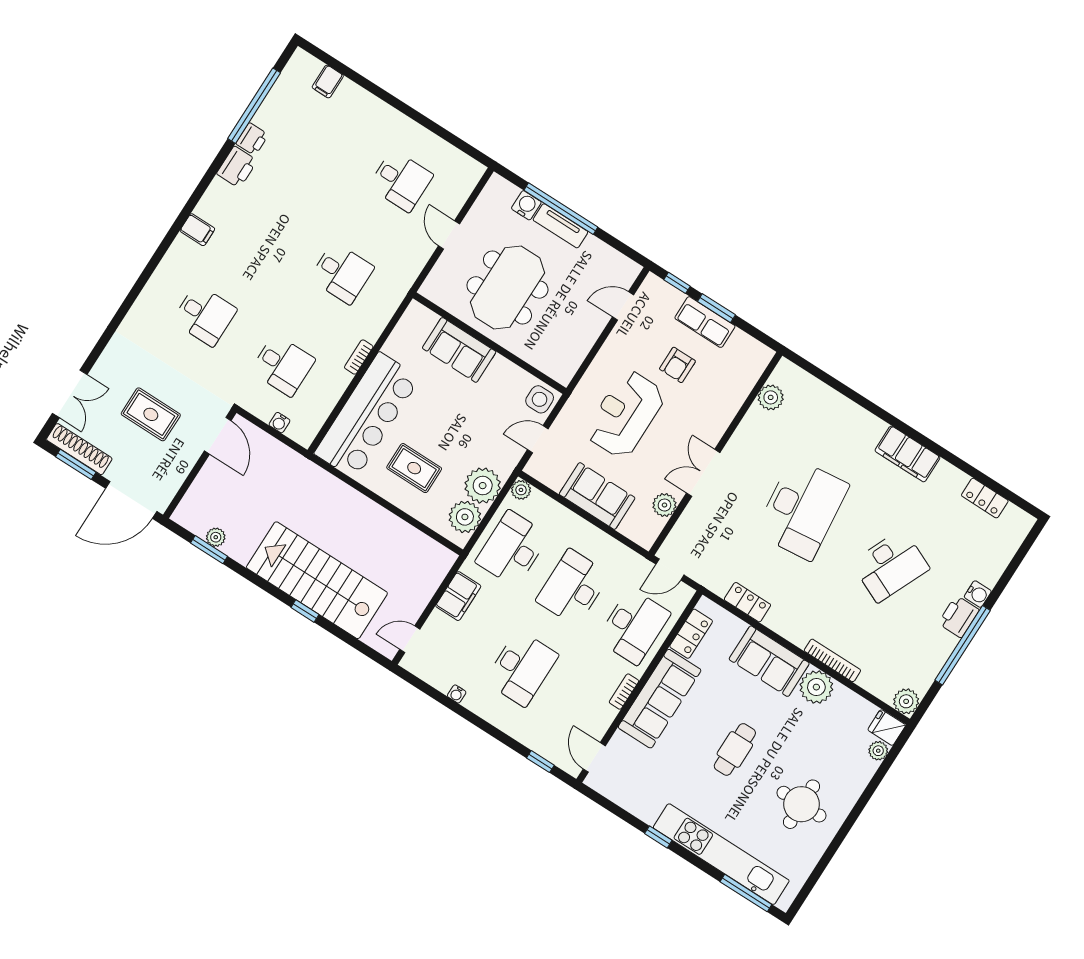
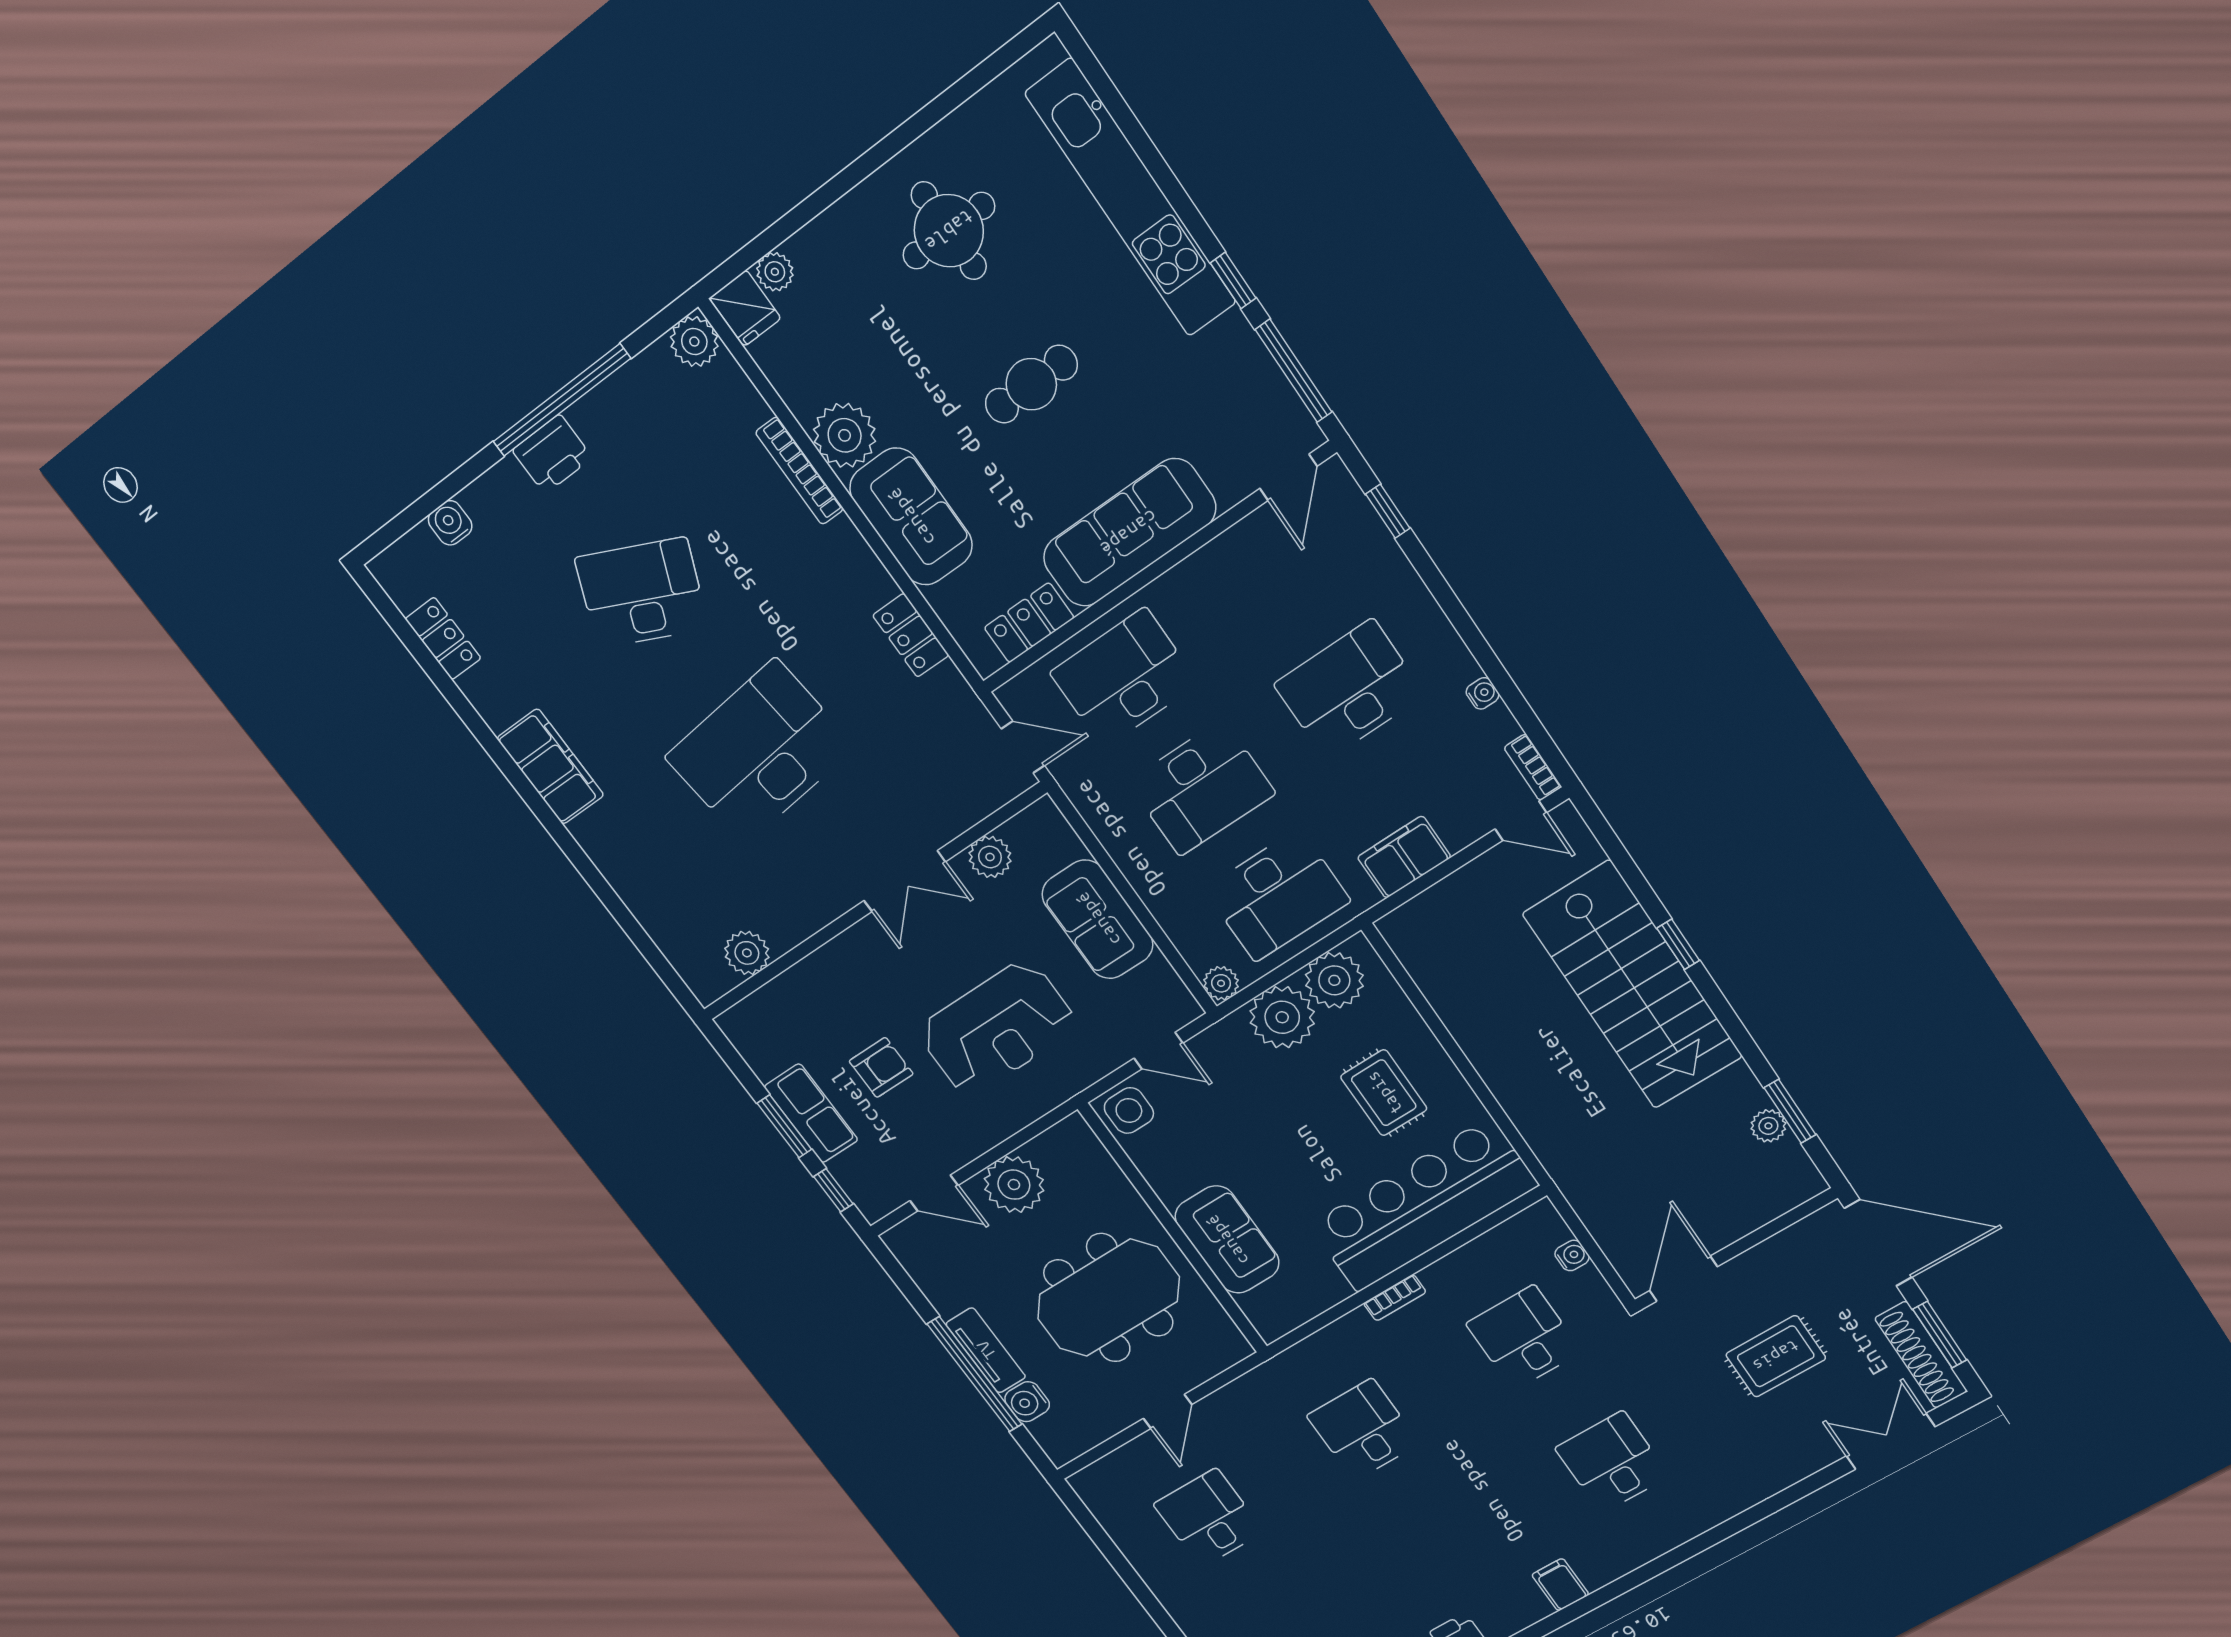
plant: (583, 330) -> (1014, 1185), added
rug: (151, 414) -> (1776, 1356), turned 90
water cooler: (978, 594) -> (450, 523), moved
bookcase: (624, 692) -> (1533, 767), moved, turned 90
window: (746, 893) -> (1294, 371), moved

